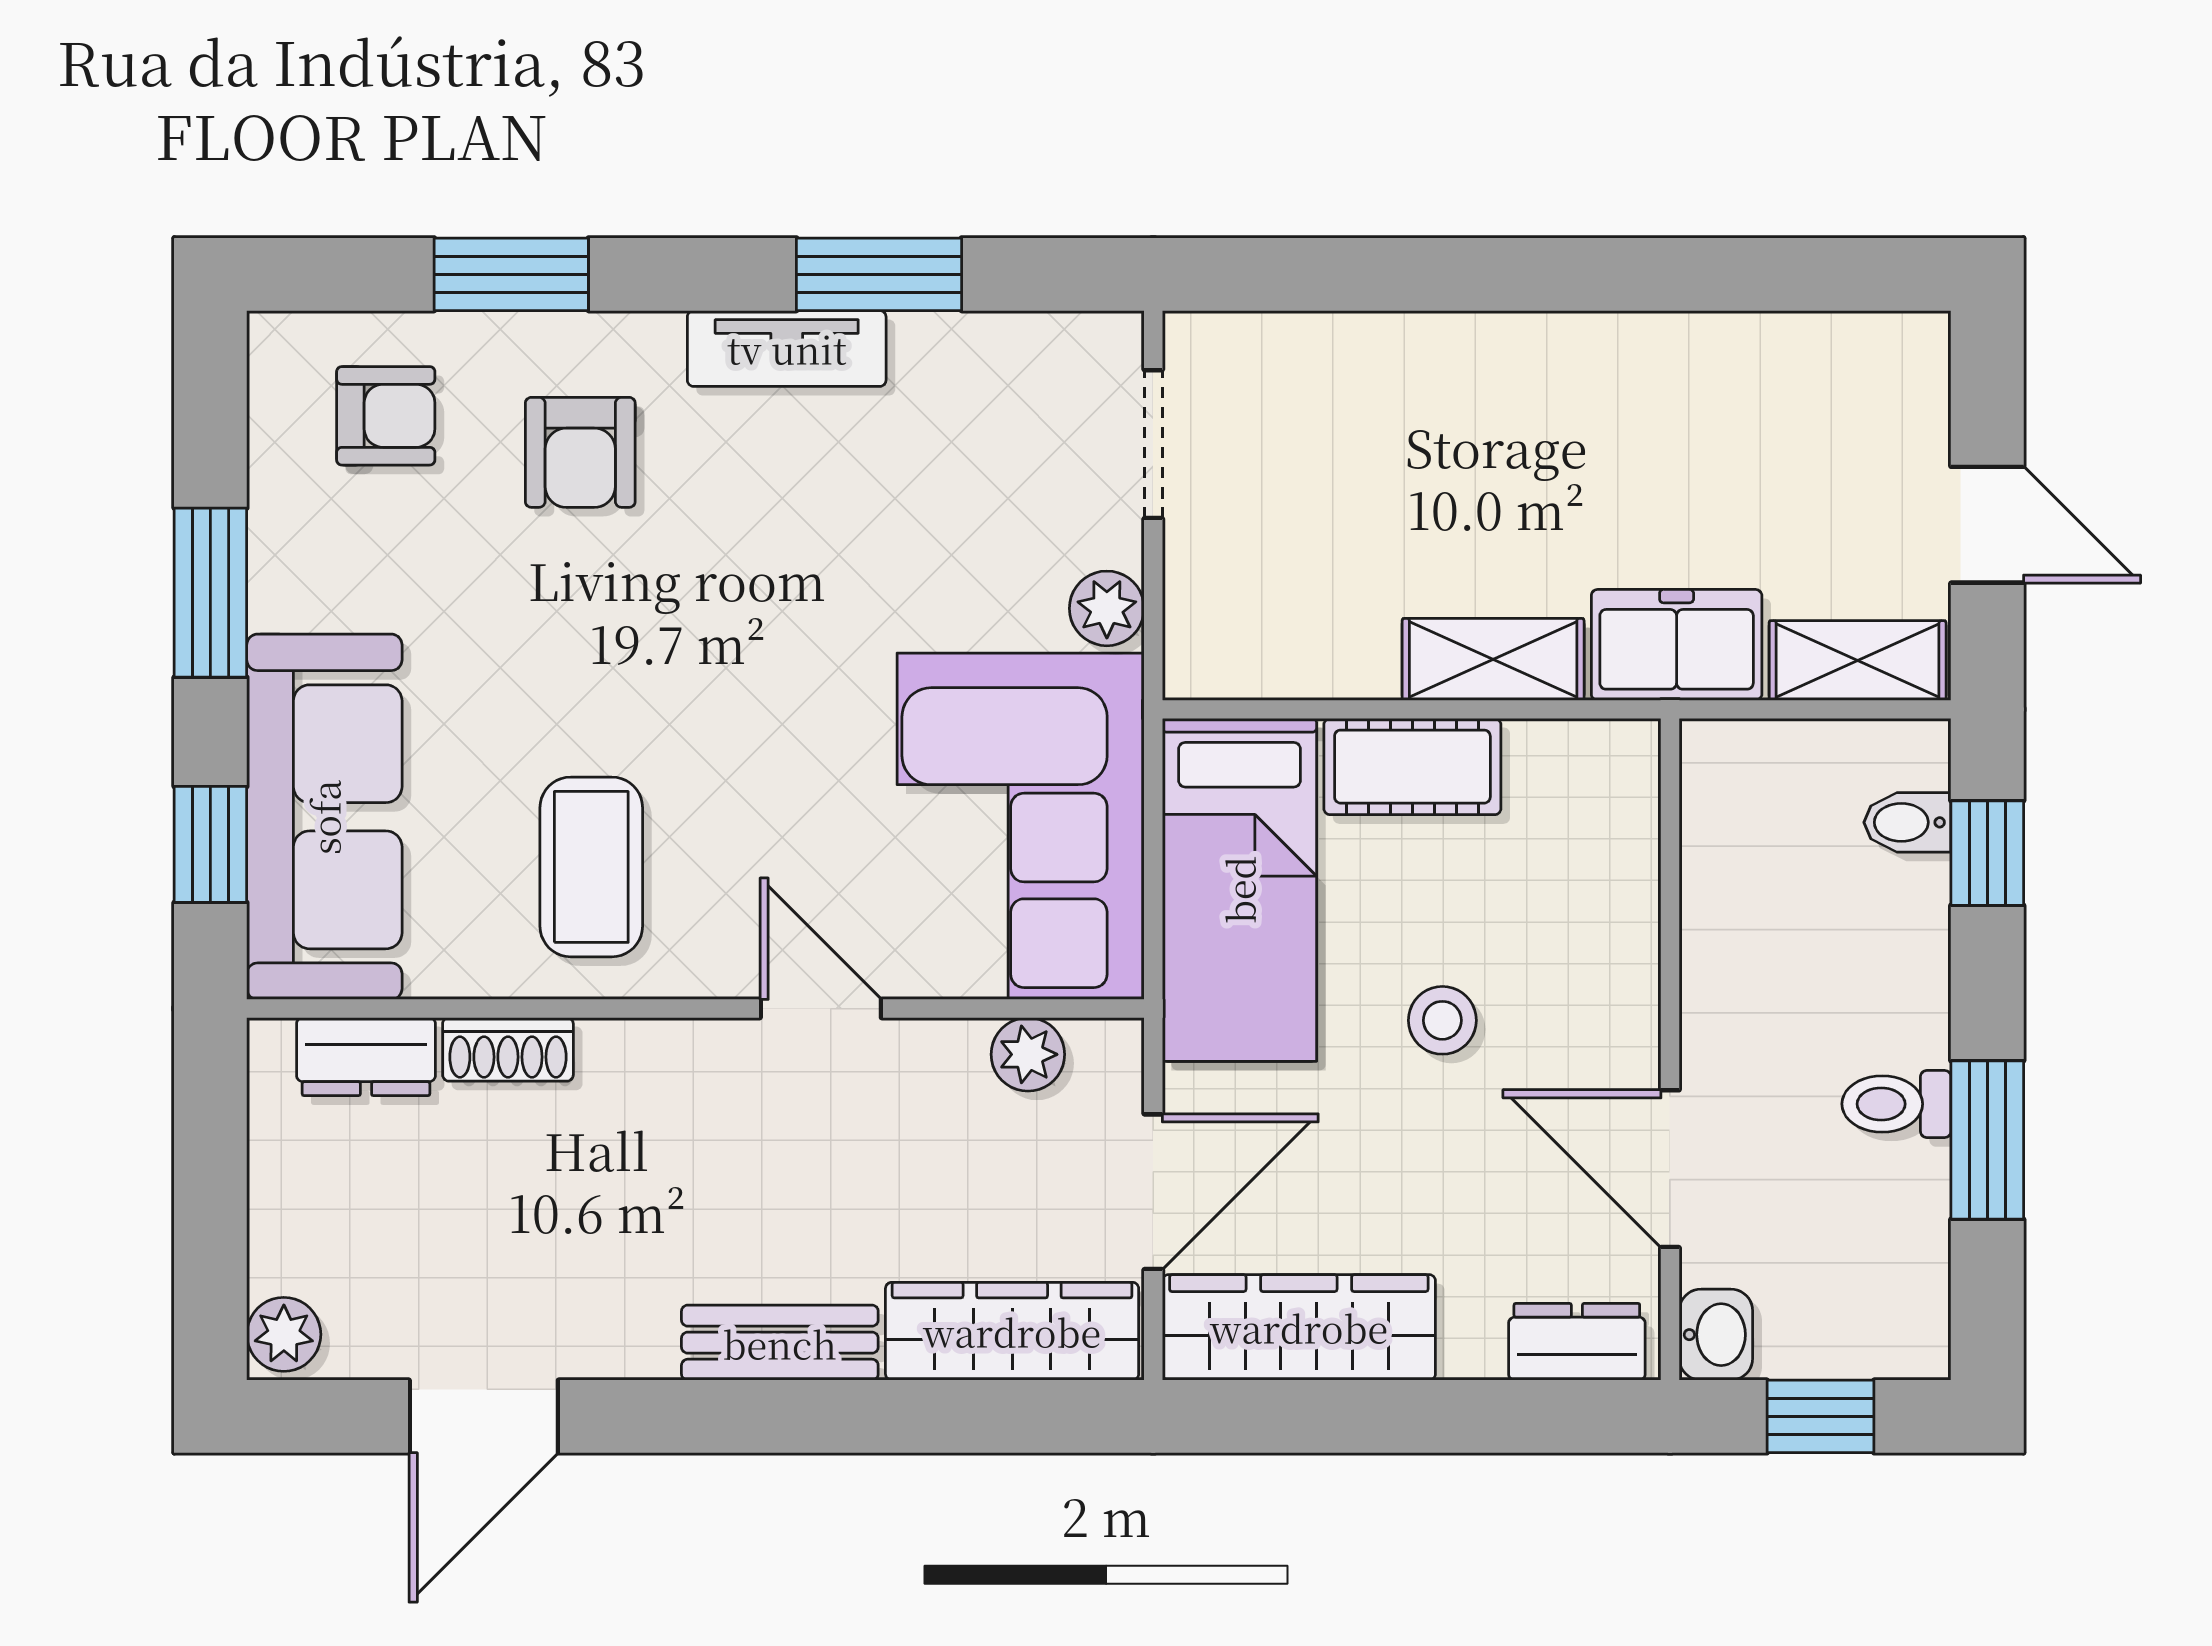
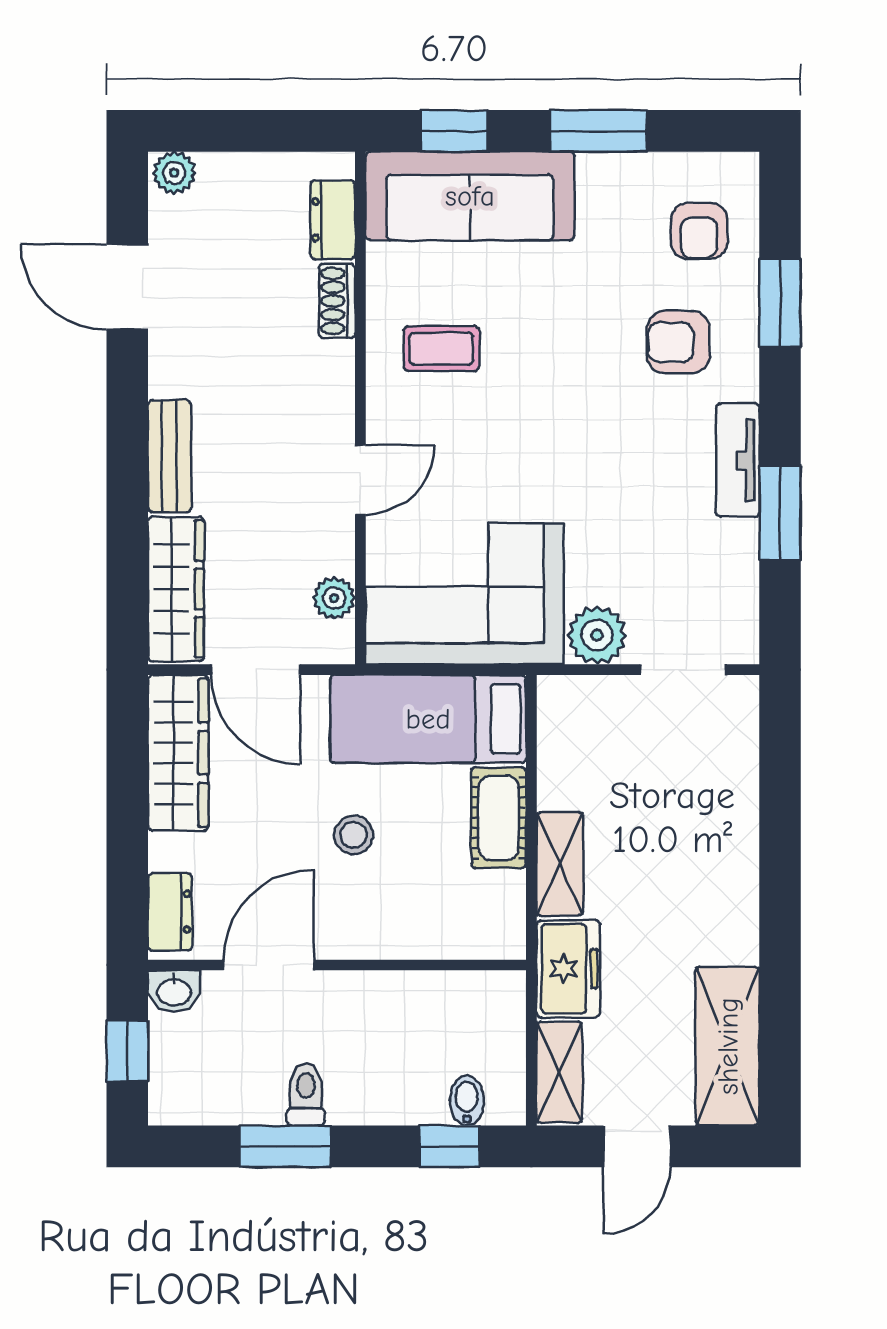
shelving: (1812, 366) -> (728, 1046), added
plant: (1107, 608) -> (597, 635), width x1.38, depth x1.38
coffee table: (591, 867) -> (441, 348), width x0.73, depth x0.77

